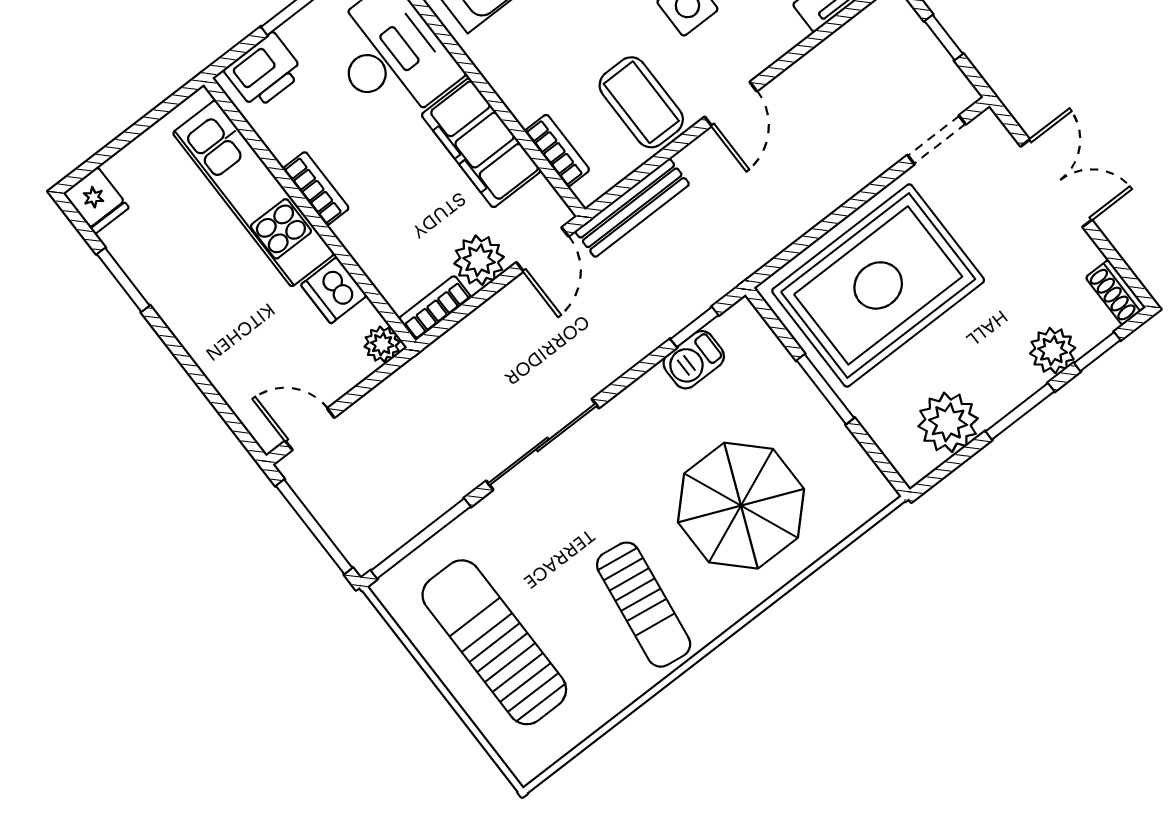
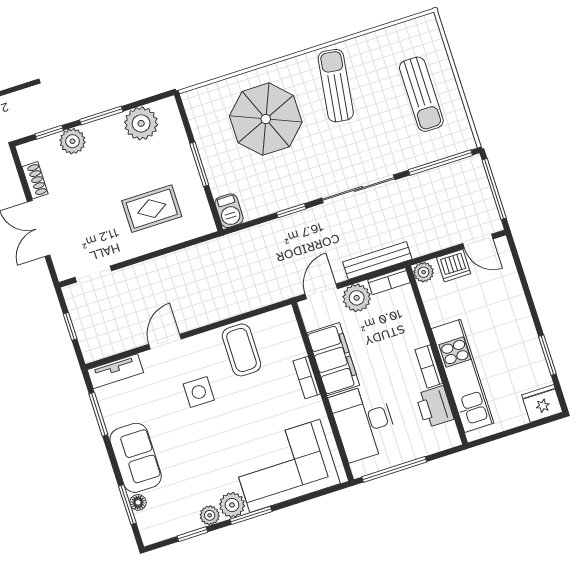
printer: (264, 71) -> (435, 407), moved, turned -90
door: (731, 104) -> (165, 342), moved
bookcase: (557, 151) -> (307, 378), moved
fridge: (96, 200) -> (542, 404), width x1.38
bench: (632, 208) -> (377, 261), moved
rug: (878, 285) -> (152, 209), width x0.54, depth x0.49
dishwasher: (334, 290) -> (454, 266), moved, turned 90
shoe rack: (1115, 292) -> (35, 180), moved
window: (694, 327) -> (291, 211), moved
barbecue: (694, 360) -> (229, 211), moved, turned 90
sun lounger: (494, 642) -> (421, 94), width x0.73, depth x0.75

